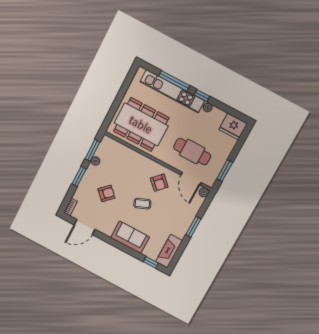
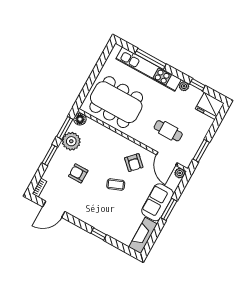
window: (202, 96) -> (197, 85), moved
floor lamp: (107, 142) -> (80, 119), added
cafe table: (192, 152) -> (168, 131), width x0.73, depth x0.74
plant: (95, 161) -> (71, 141), width x1.88, depth x1.88
armchair: (107, 193) -> (78, 173), turned -136
sofa: (130, 237) -> (157, 202), moved, turned -90
window: (151, 262) -> (99, 234), moved

